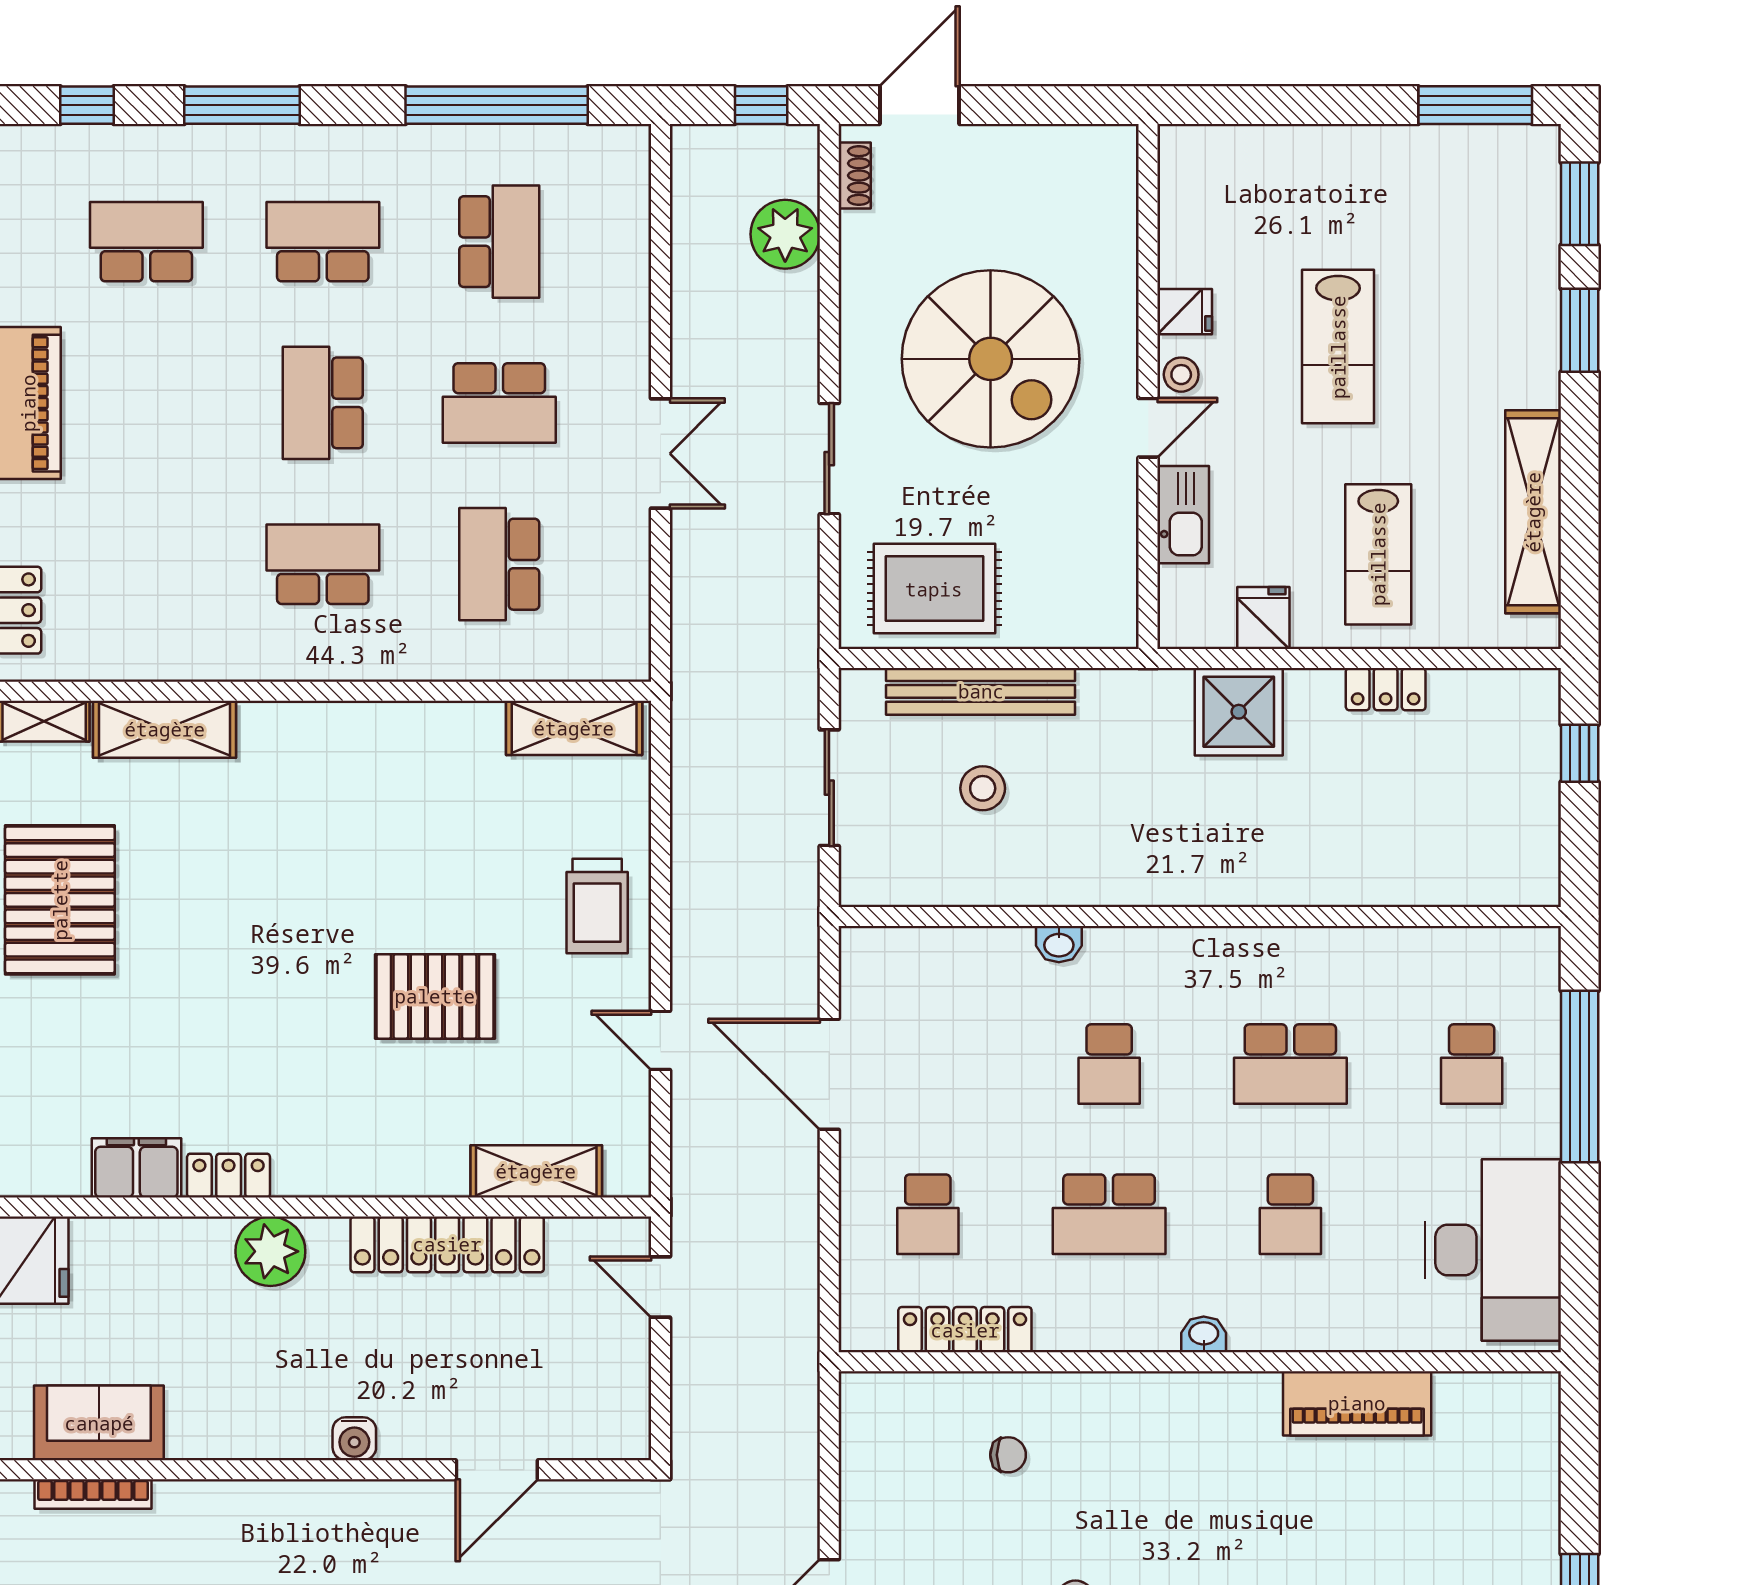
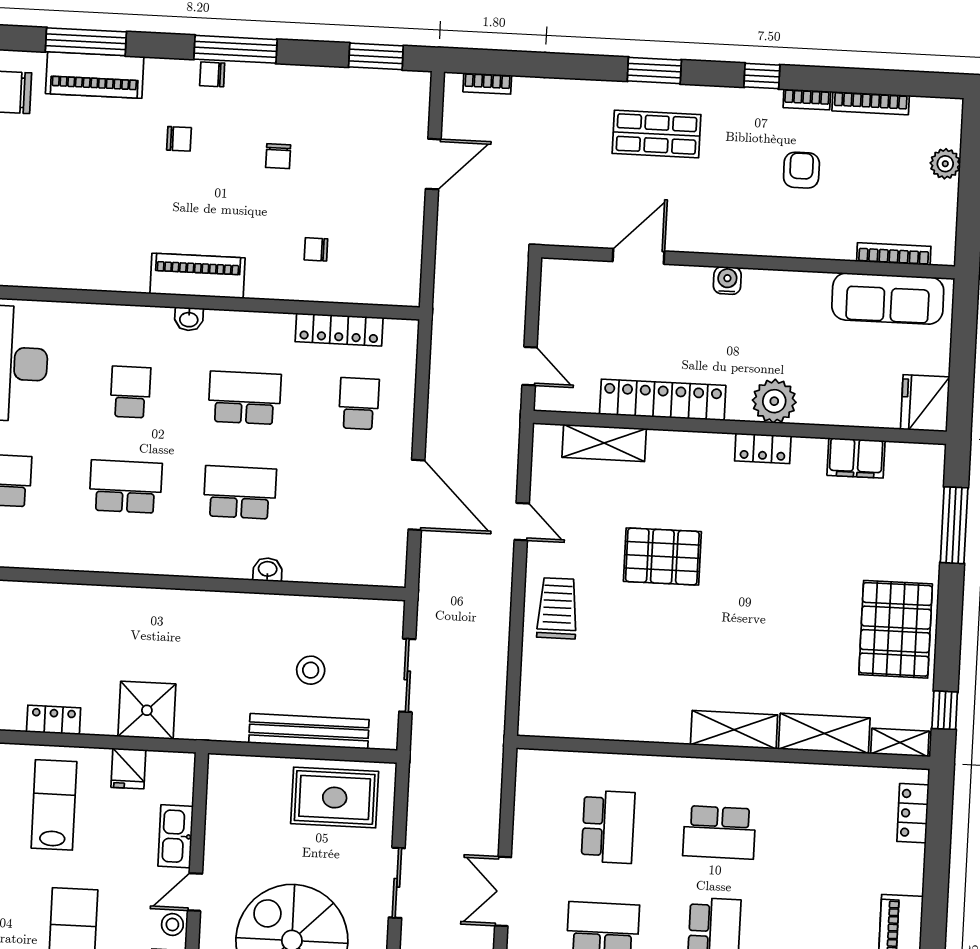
shelving: (574, 728) -> (734, 730), moved
school desk: (1109, 1064) -> (240, 492), width x1.85
locker: (229, 1176) -> (763, 448), moved
piano: (1357, 1403) -> (198, 276), moved
sofa: (99, 1423) -> (888, 299), width x1.36

